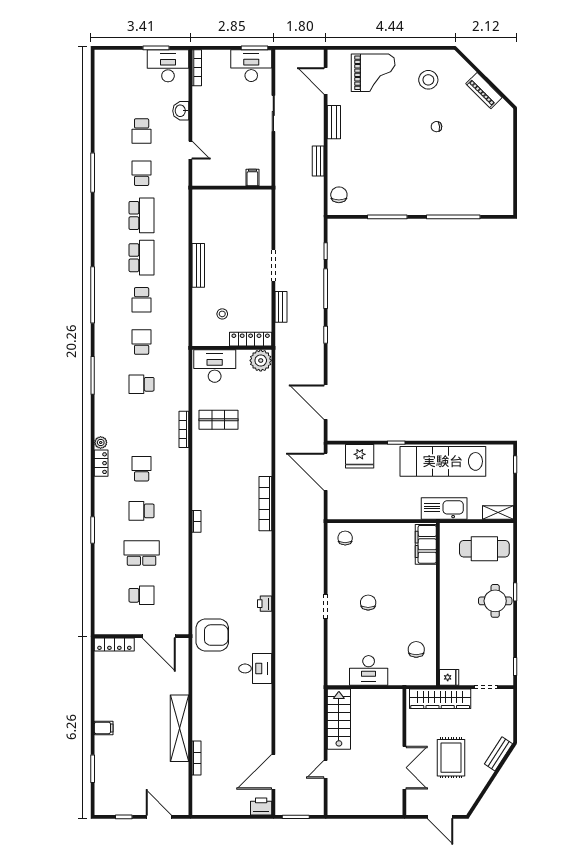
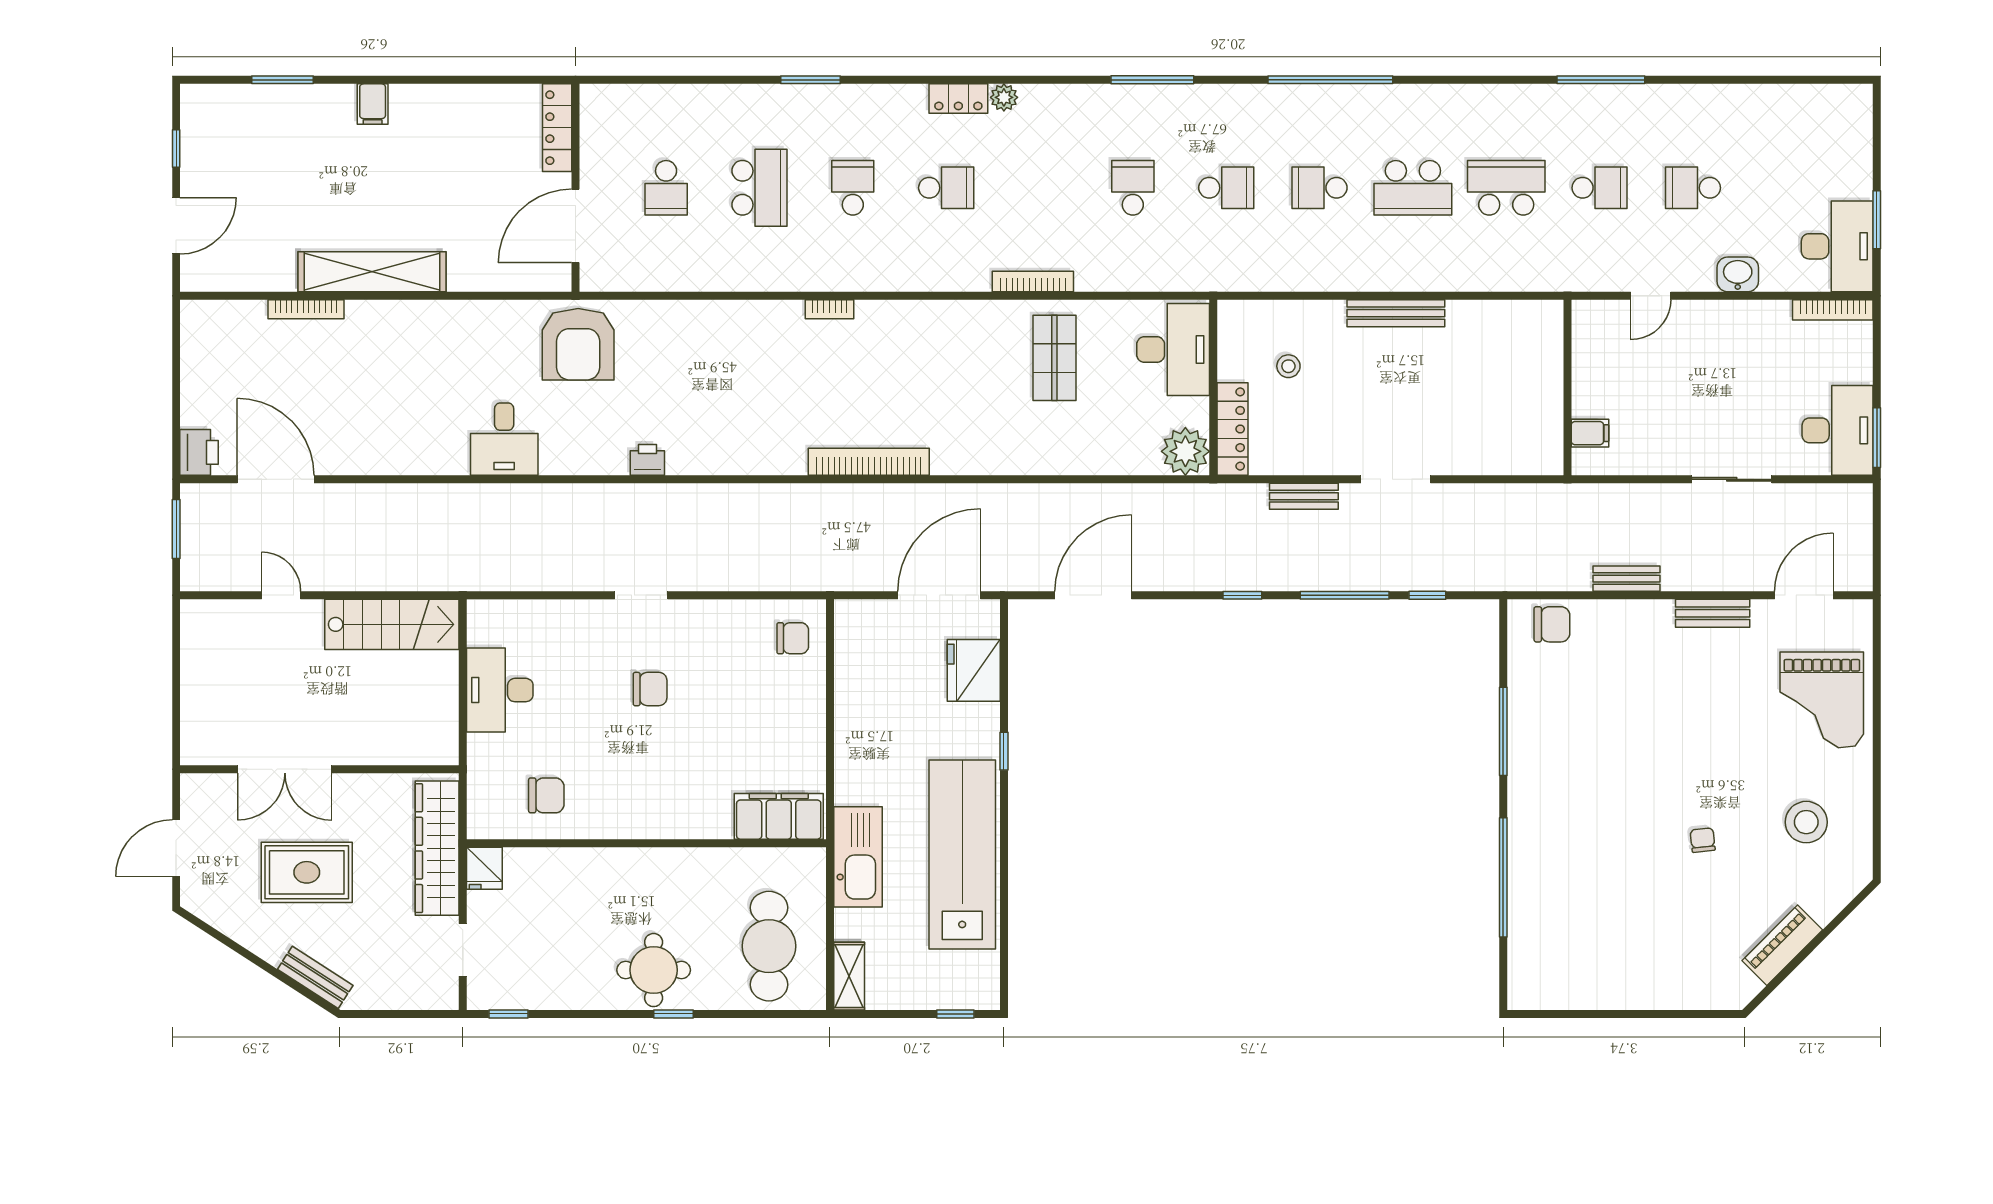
school desk: (142, 215) -> (1506, 188), turned 180

